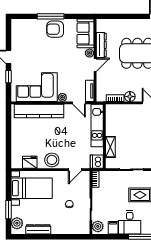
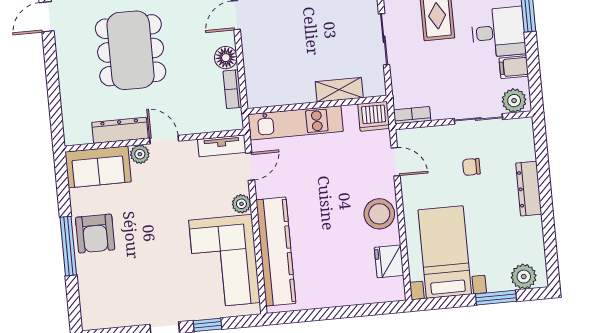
dresser: (38, 229) -> (529, 189), moved

